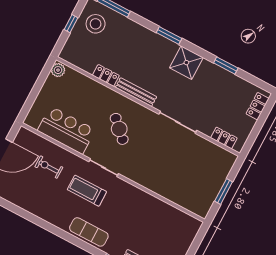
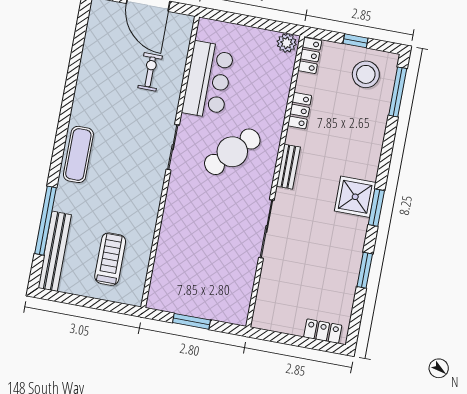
window: (169, 35) -> (376, 208), moved
shower: (186, 63) -> (355, 197), moved
bench: (136, 92) -> (288, 167), width x0.73
cafe table: (119, 129) -> (232, 152), width x1.37, depth x1.35
locker: (224, 138) -> (310, 55), moved
treadmill: (87, 191) -> (110, 259), moved

